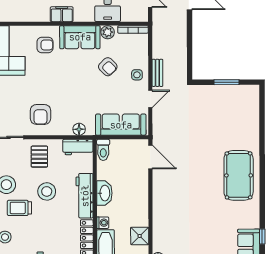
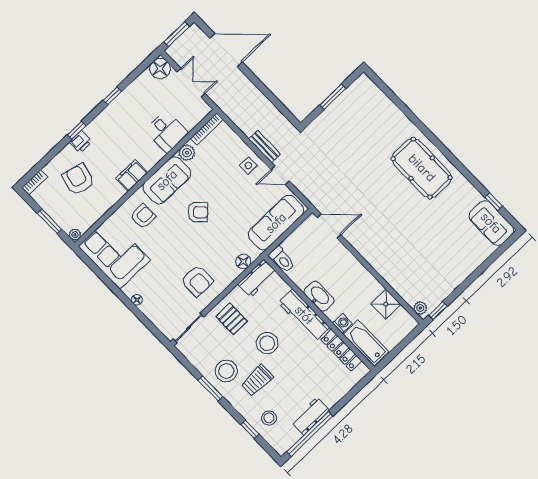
armchair: (108, 67) -> (198, 212), moved
door: (150, 99) -> (280, 175), swing flipped

